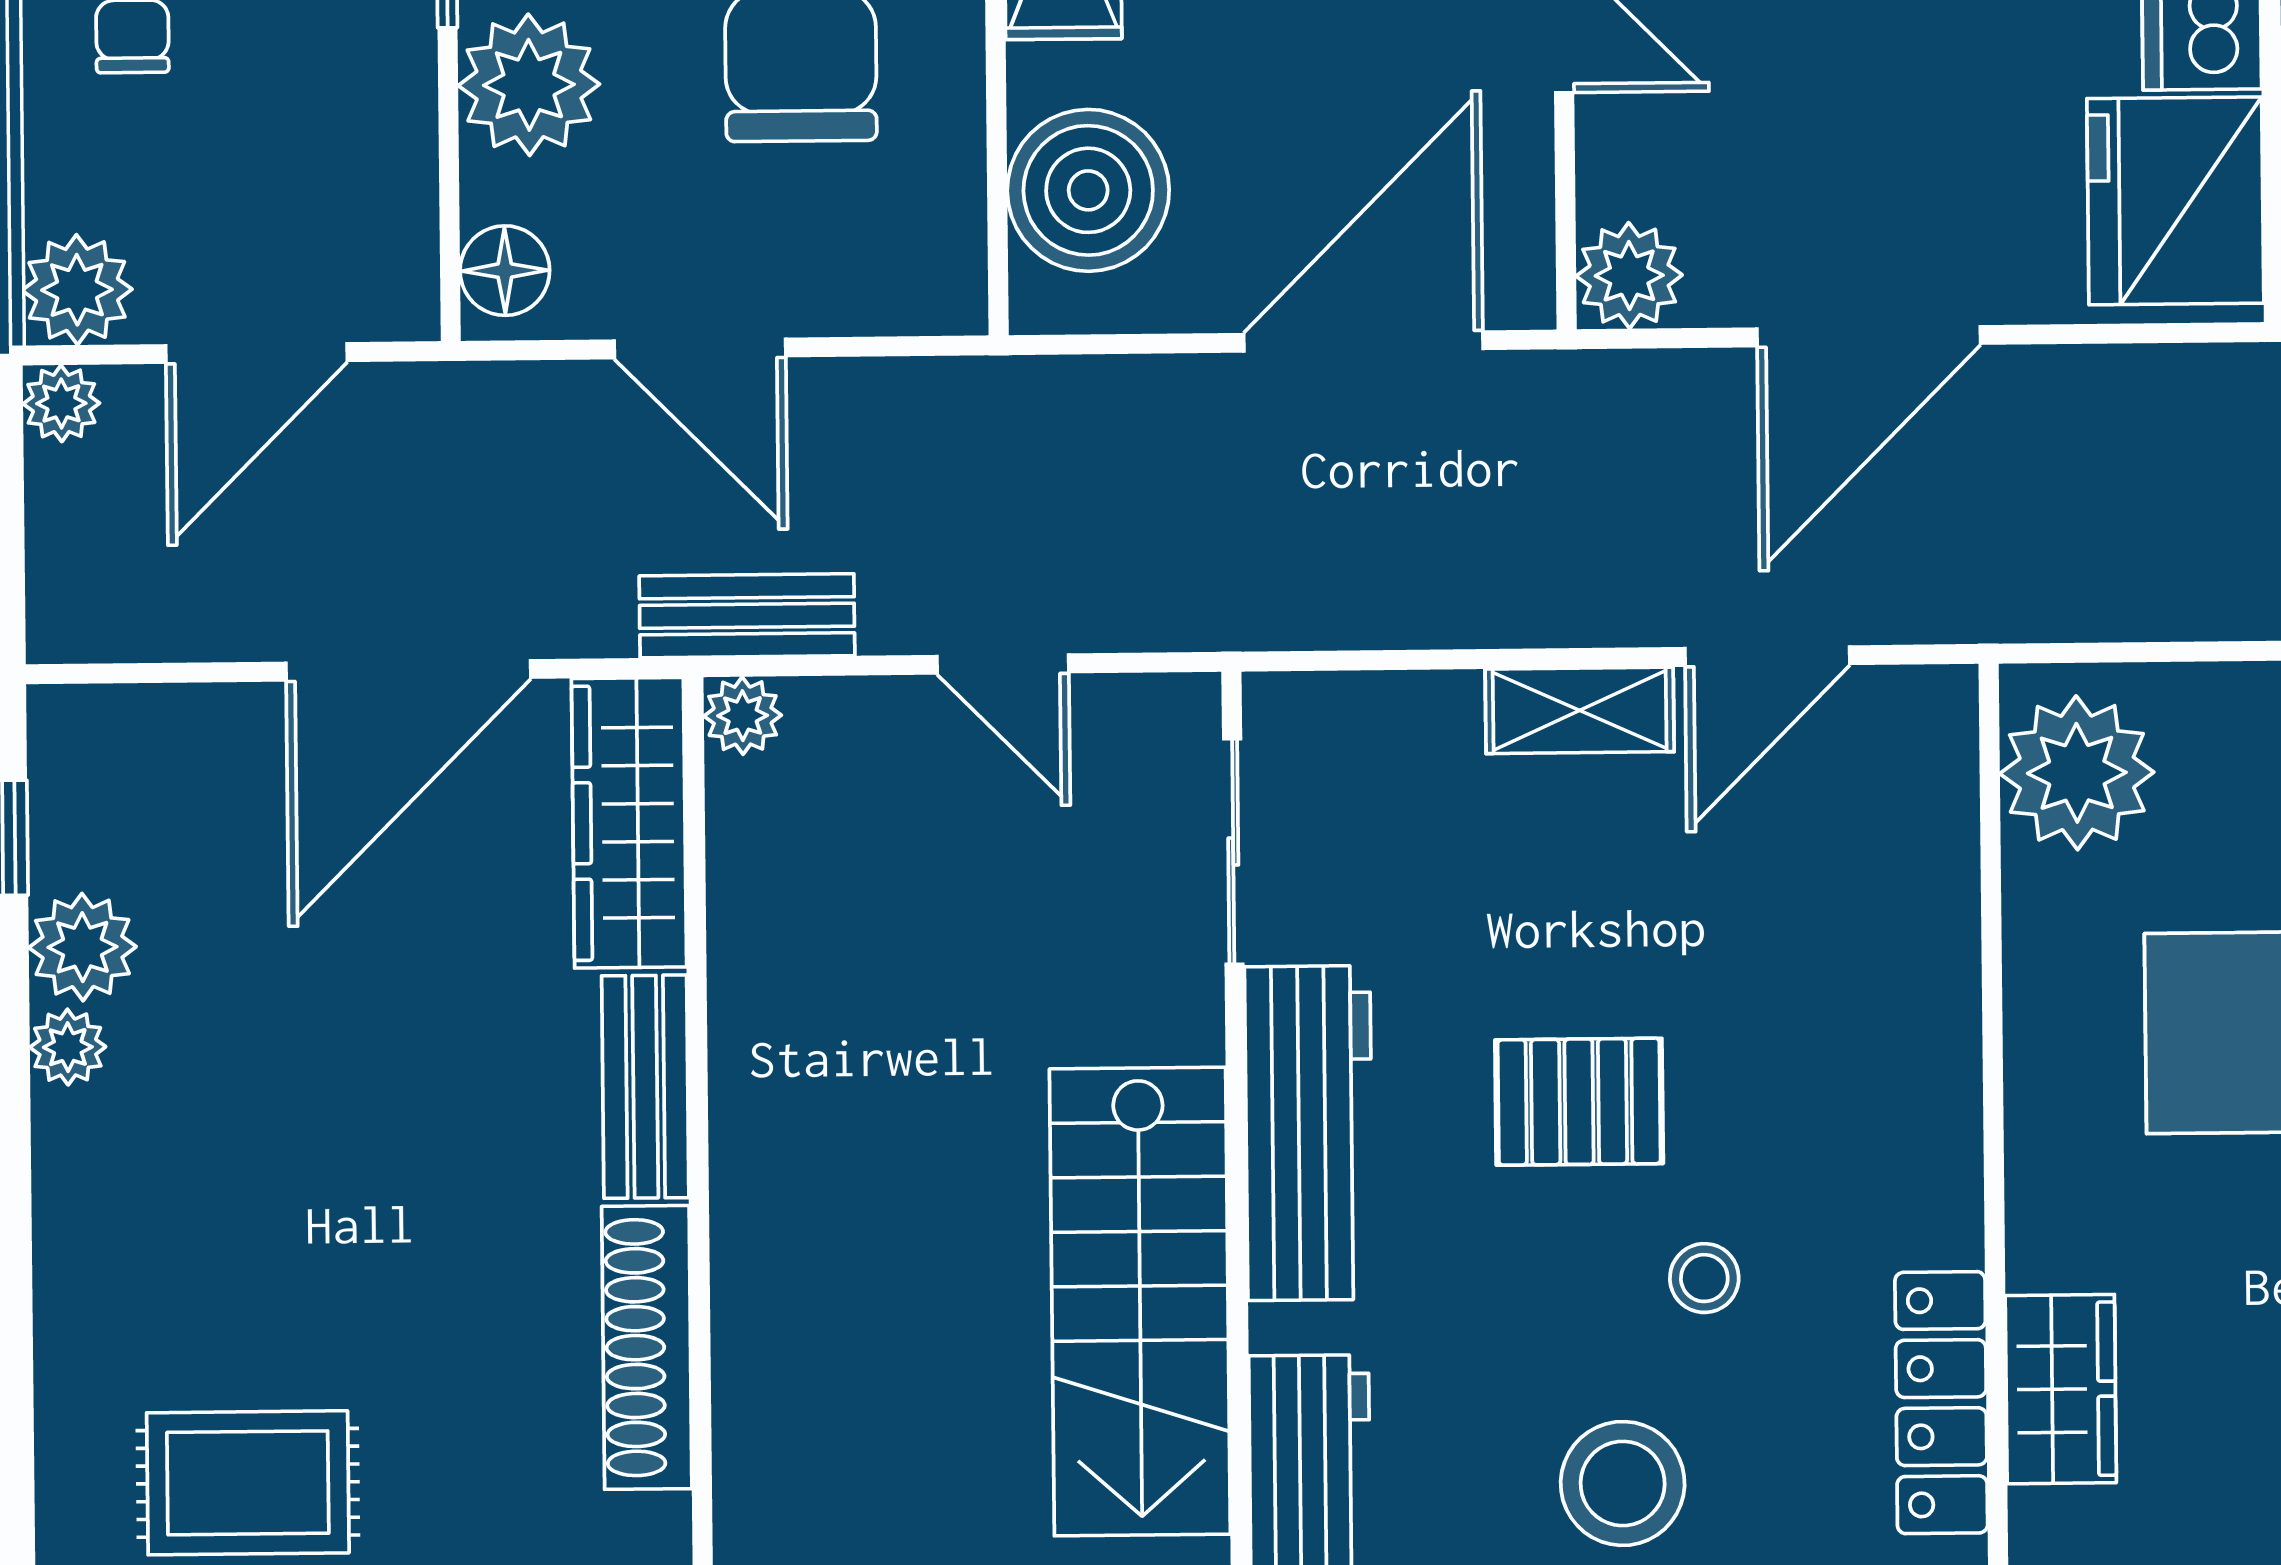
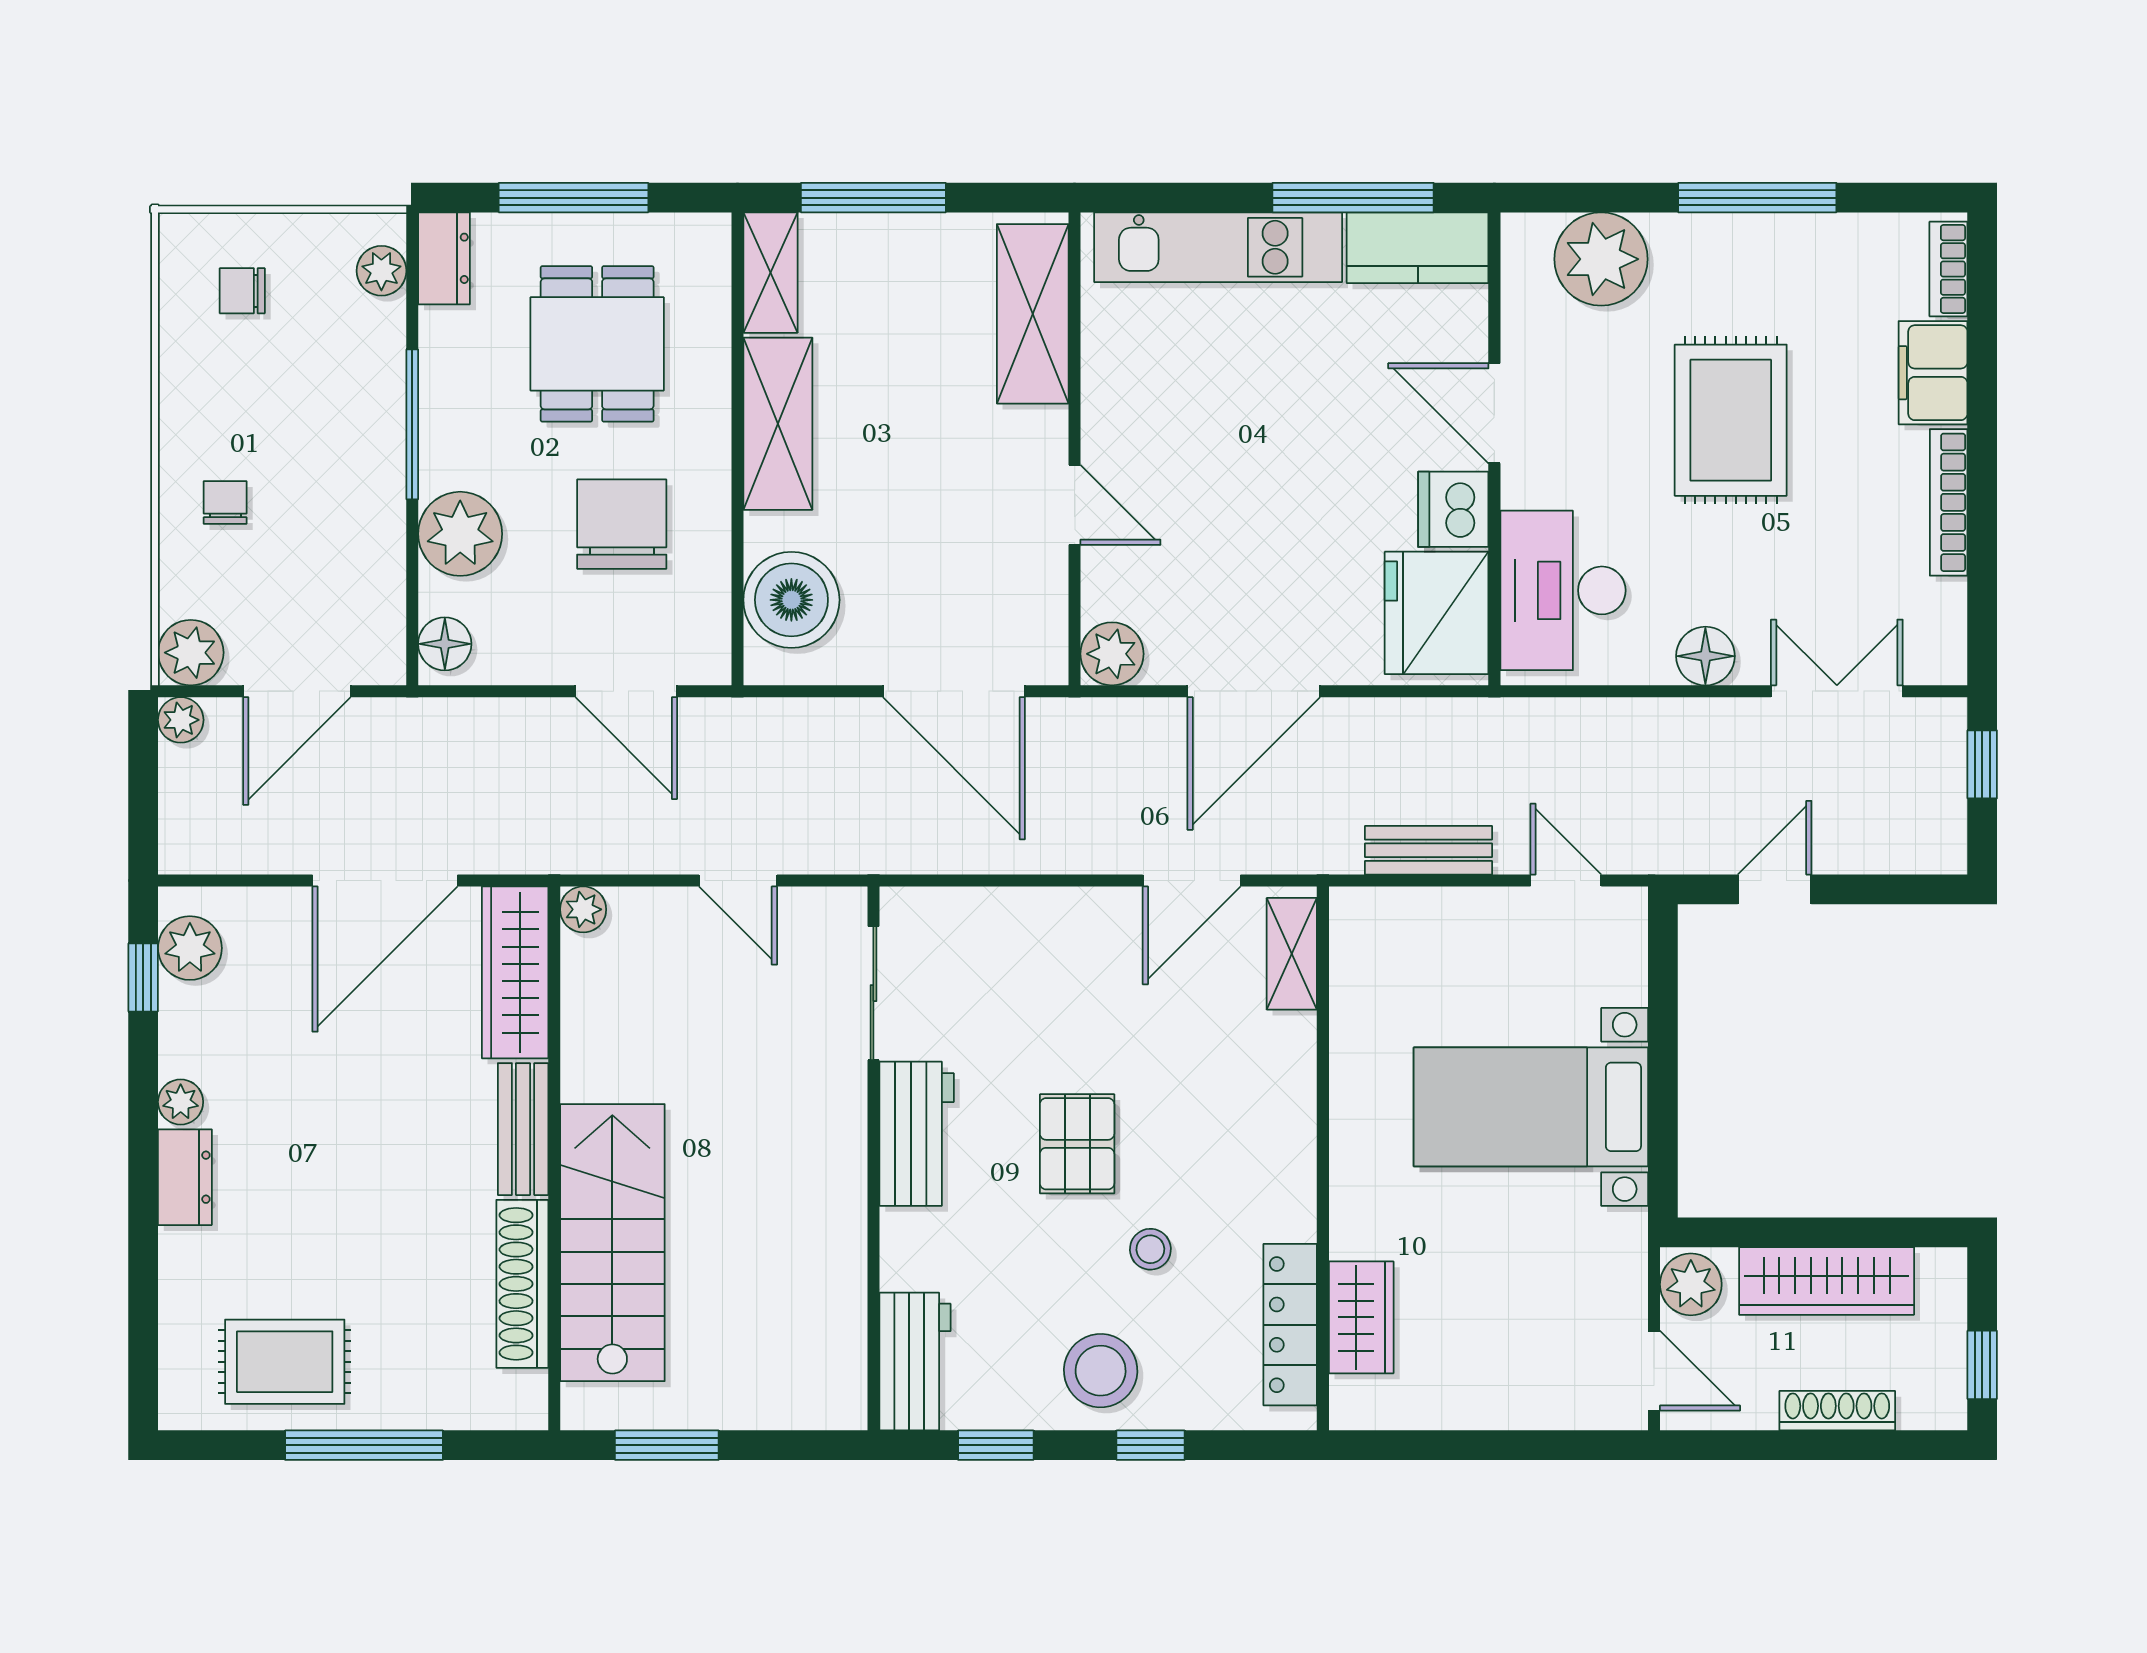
door: (1363, 341) -> (954, 691), swing flipped
door: (700, 348) -> (626, 691), moved
bench: (747, 616) -> (1429, 850), moved
shelving: (1580, 710) -> (1292, 954), moved, turned 90
plant: (2077, 773) -> (1375, 952), removed
plant: (82, 947) -> (190, 948), moved
pallet: (1579, 1102) -> (1077, 1144), turned 90
workbench: (1309, 1133) -> (917, 1134), width x0.73
dresser: (76, 1174) -> (185, 1177), added
stairs: (1140, 1302) -> (612, 1243), moved, turned 180

